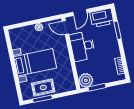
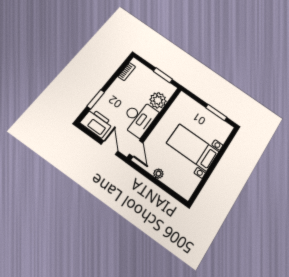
door: (80, 12) -> (110, 148), hinge flipped
plant: (86, 80) -> (158, 100), moved
rug: (43, 88) -> (207, 120), removed

